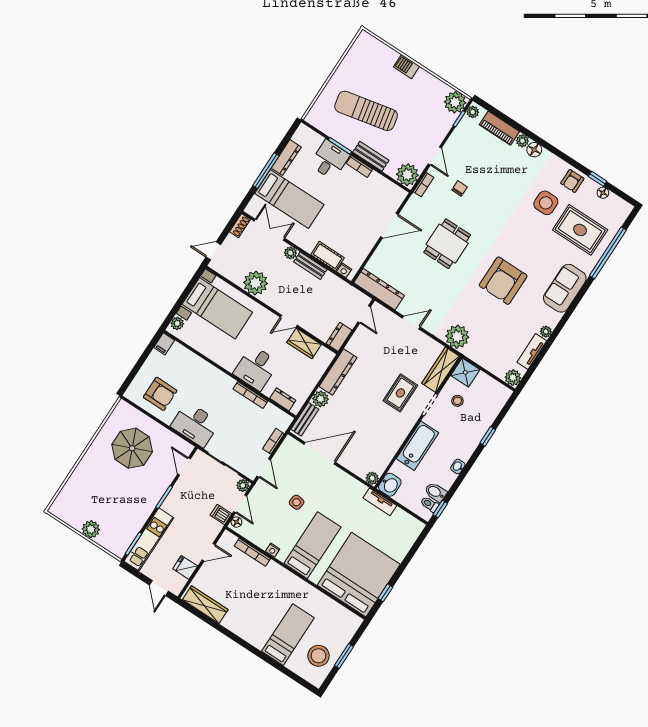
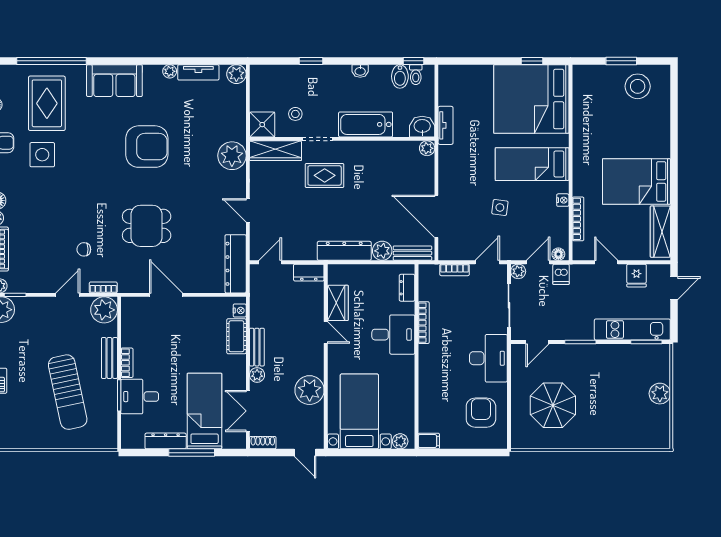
bed: (288, 635) -> (636, 181), moved, width x1.50

